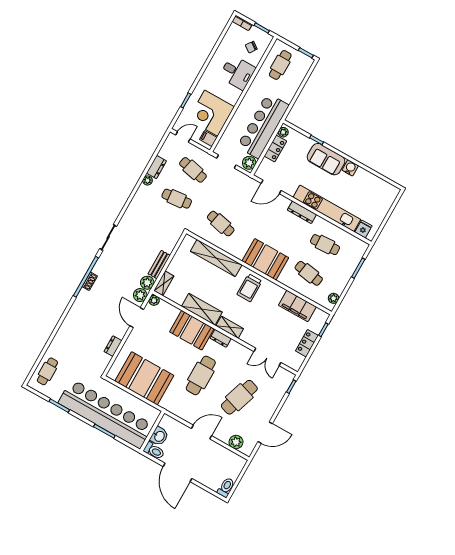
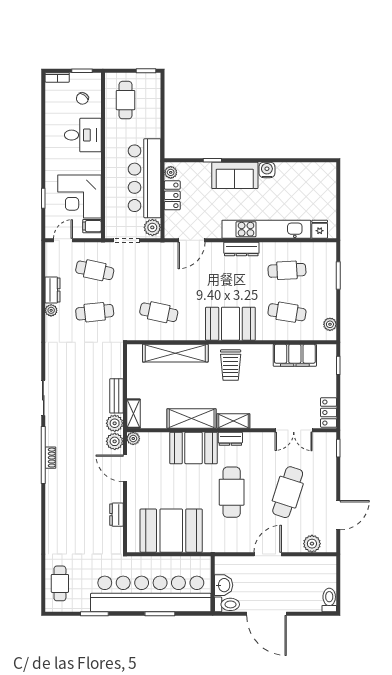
locker: (307, 343) -> (329, 413), moved

